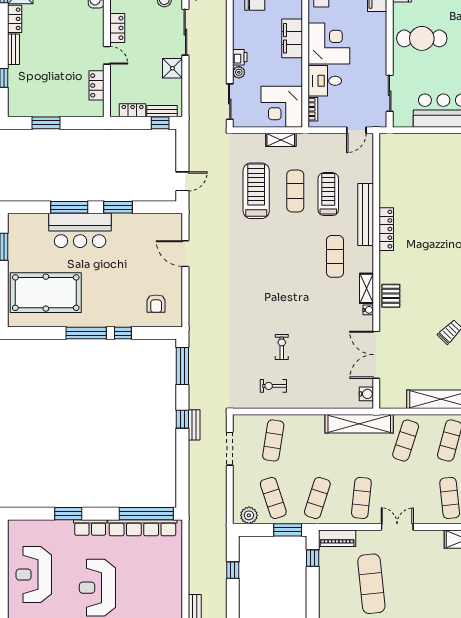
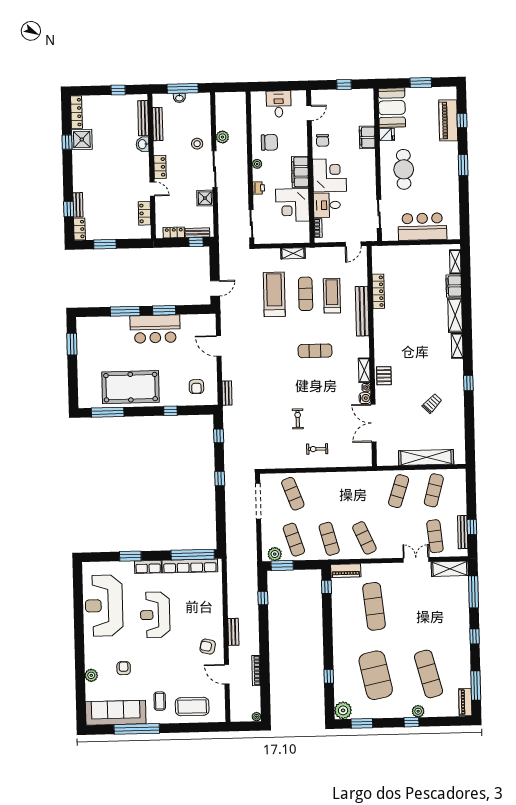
locker: (15, 19) -> (79, 229), moved
cafe table: (422, 38) -> (404, 169), turned 90
bench: (14, 49) -> (78, 205), moved
plant: (239, 72) -> (257, 164), moved
corner desk: (282, 107) -> (292, 205), moved
locker: (386, 229) -> (378, 291), moved
bar counter: (80, 230) -> (155, 329), moved
exercise mat: (335, 256) -> (315, 351), moved, turned 90
pool table: (46, 293) -> (131, 387), moved
window: (86, 333) -> (108, 412), moved
window: (182, 366) -> (219, 436), width x0.46
exercise bike: (273, 386) -> (317, 449), moved
water cooler: (366, 394) -> (365, 398), moved
shelving: (359, 424) -> (361, 479), removed
bench: (194, 425) -> (227, 393), moved
exercise mat: (273, 440) -> (293, 494), turned -30
doorway: (230, 449) -> (258, 501), width x1.36
exercise mat: (317, 498) -> (329, 539), turned -33
exercise mat: (361, 498) -> (364, 538), turned -30
double door: (397, 527) -> (416, 560), moved
window: (288, 530) -> (282, 566), moved
reception desk: (34, 575) -> (104, 606), width x1.36, depth x1.30

